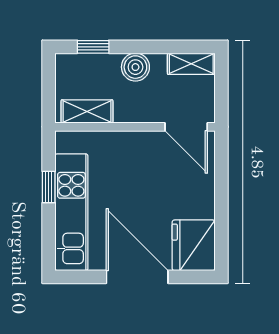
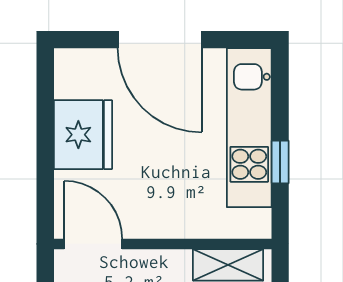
fridge: (194, 245) -> (83, 135), moved

